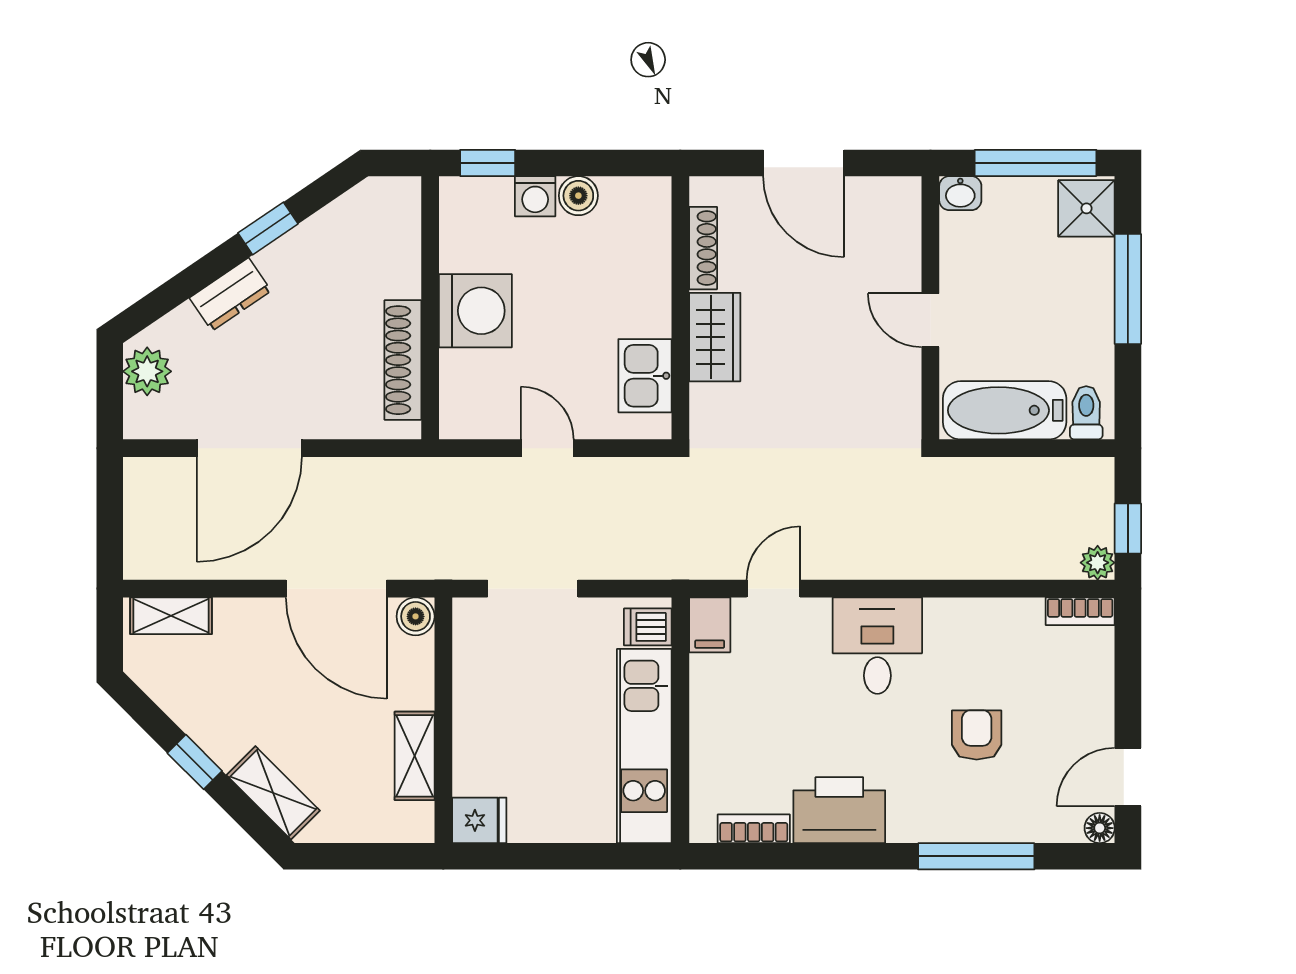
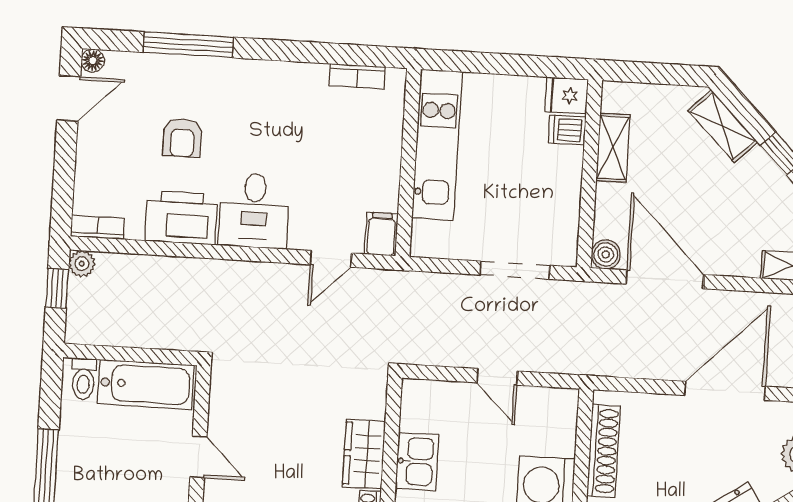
kitchen sink: (645, 376) -> (417, 461), moved
dishwasher: (648, 627) -> (567, 130), moved, turned 180
printer: (839, 810) -> (181, 218), moved, turned 180

